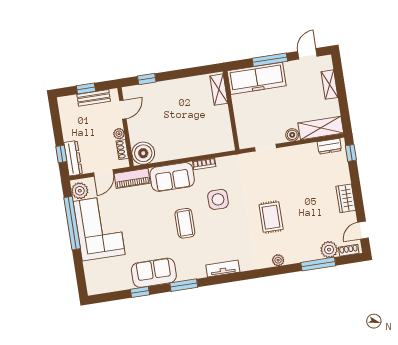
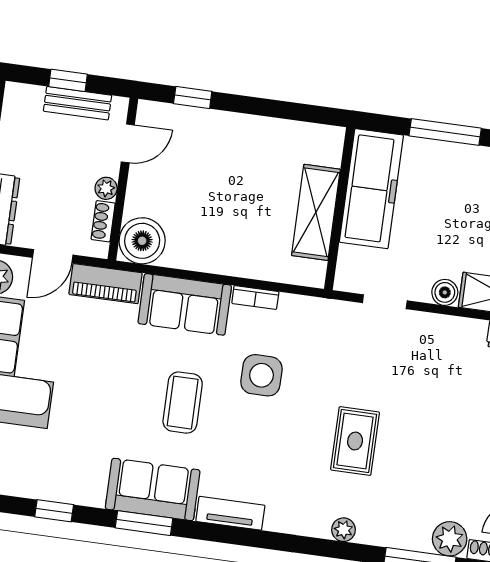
freezer: (257, 78) -> (371, 189), moved, turned -90
shelving: (219, 90) -> (316, 212), moved, width x1.50, depth x1.33
sofa: (154, 273) -> (153, 489), moved

